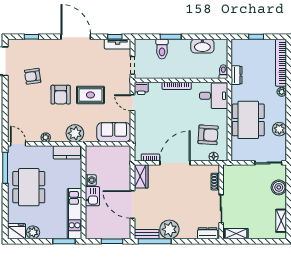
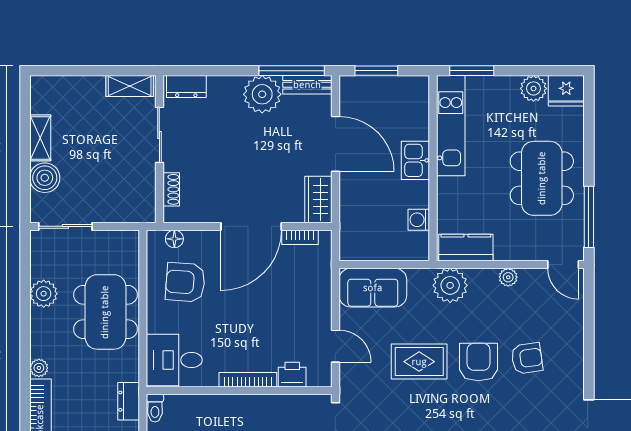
armchair: (33, 76) -> (527, 358), moved
printer: (141, 88) -> (292, 375), moved
washing machine: (91, 180) -> (419, 220), moved
shelving: (281, 221) -> (40, 138), moved

